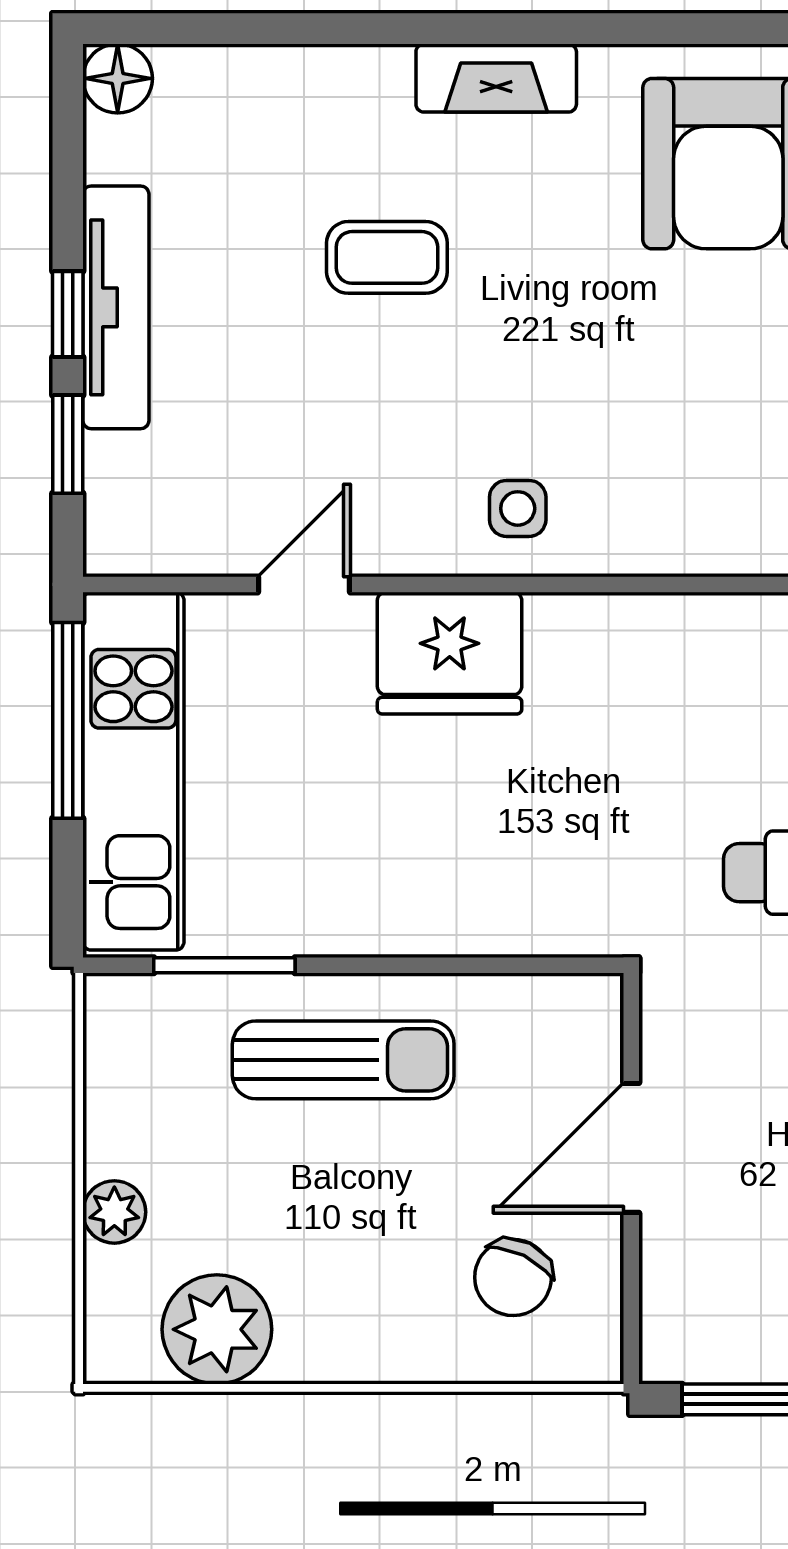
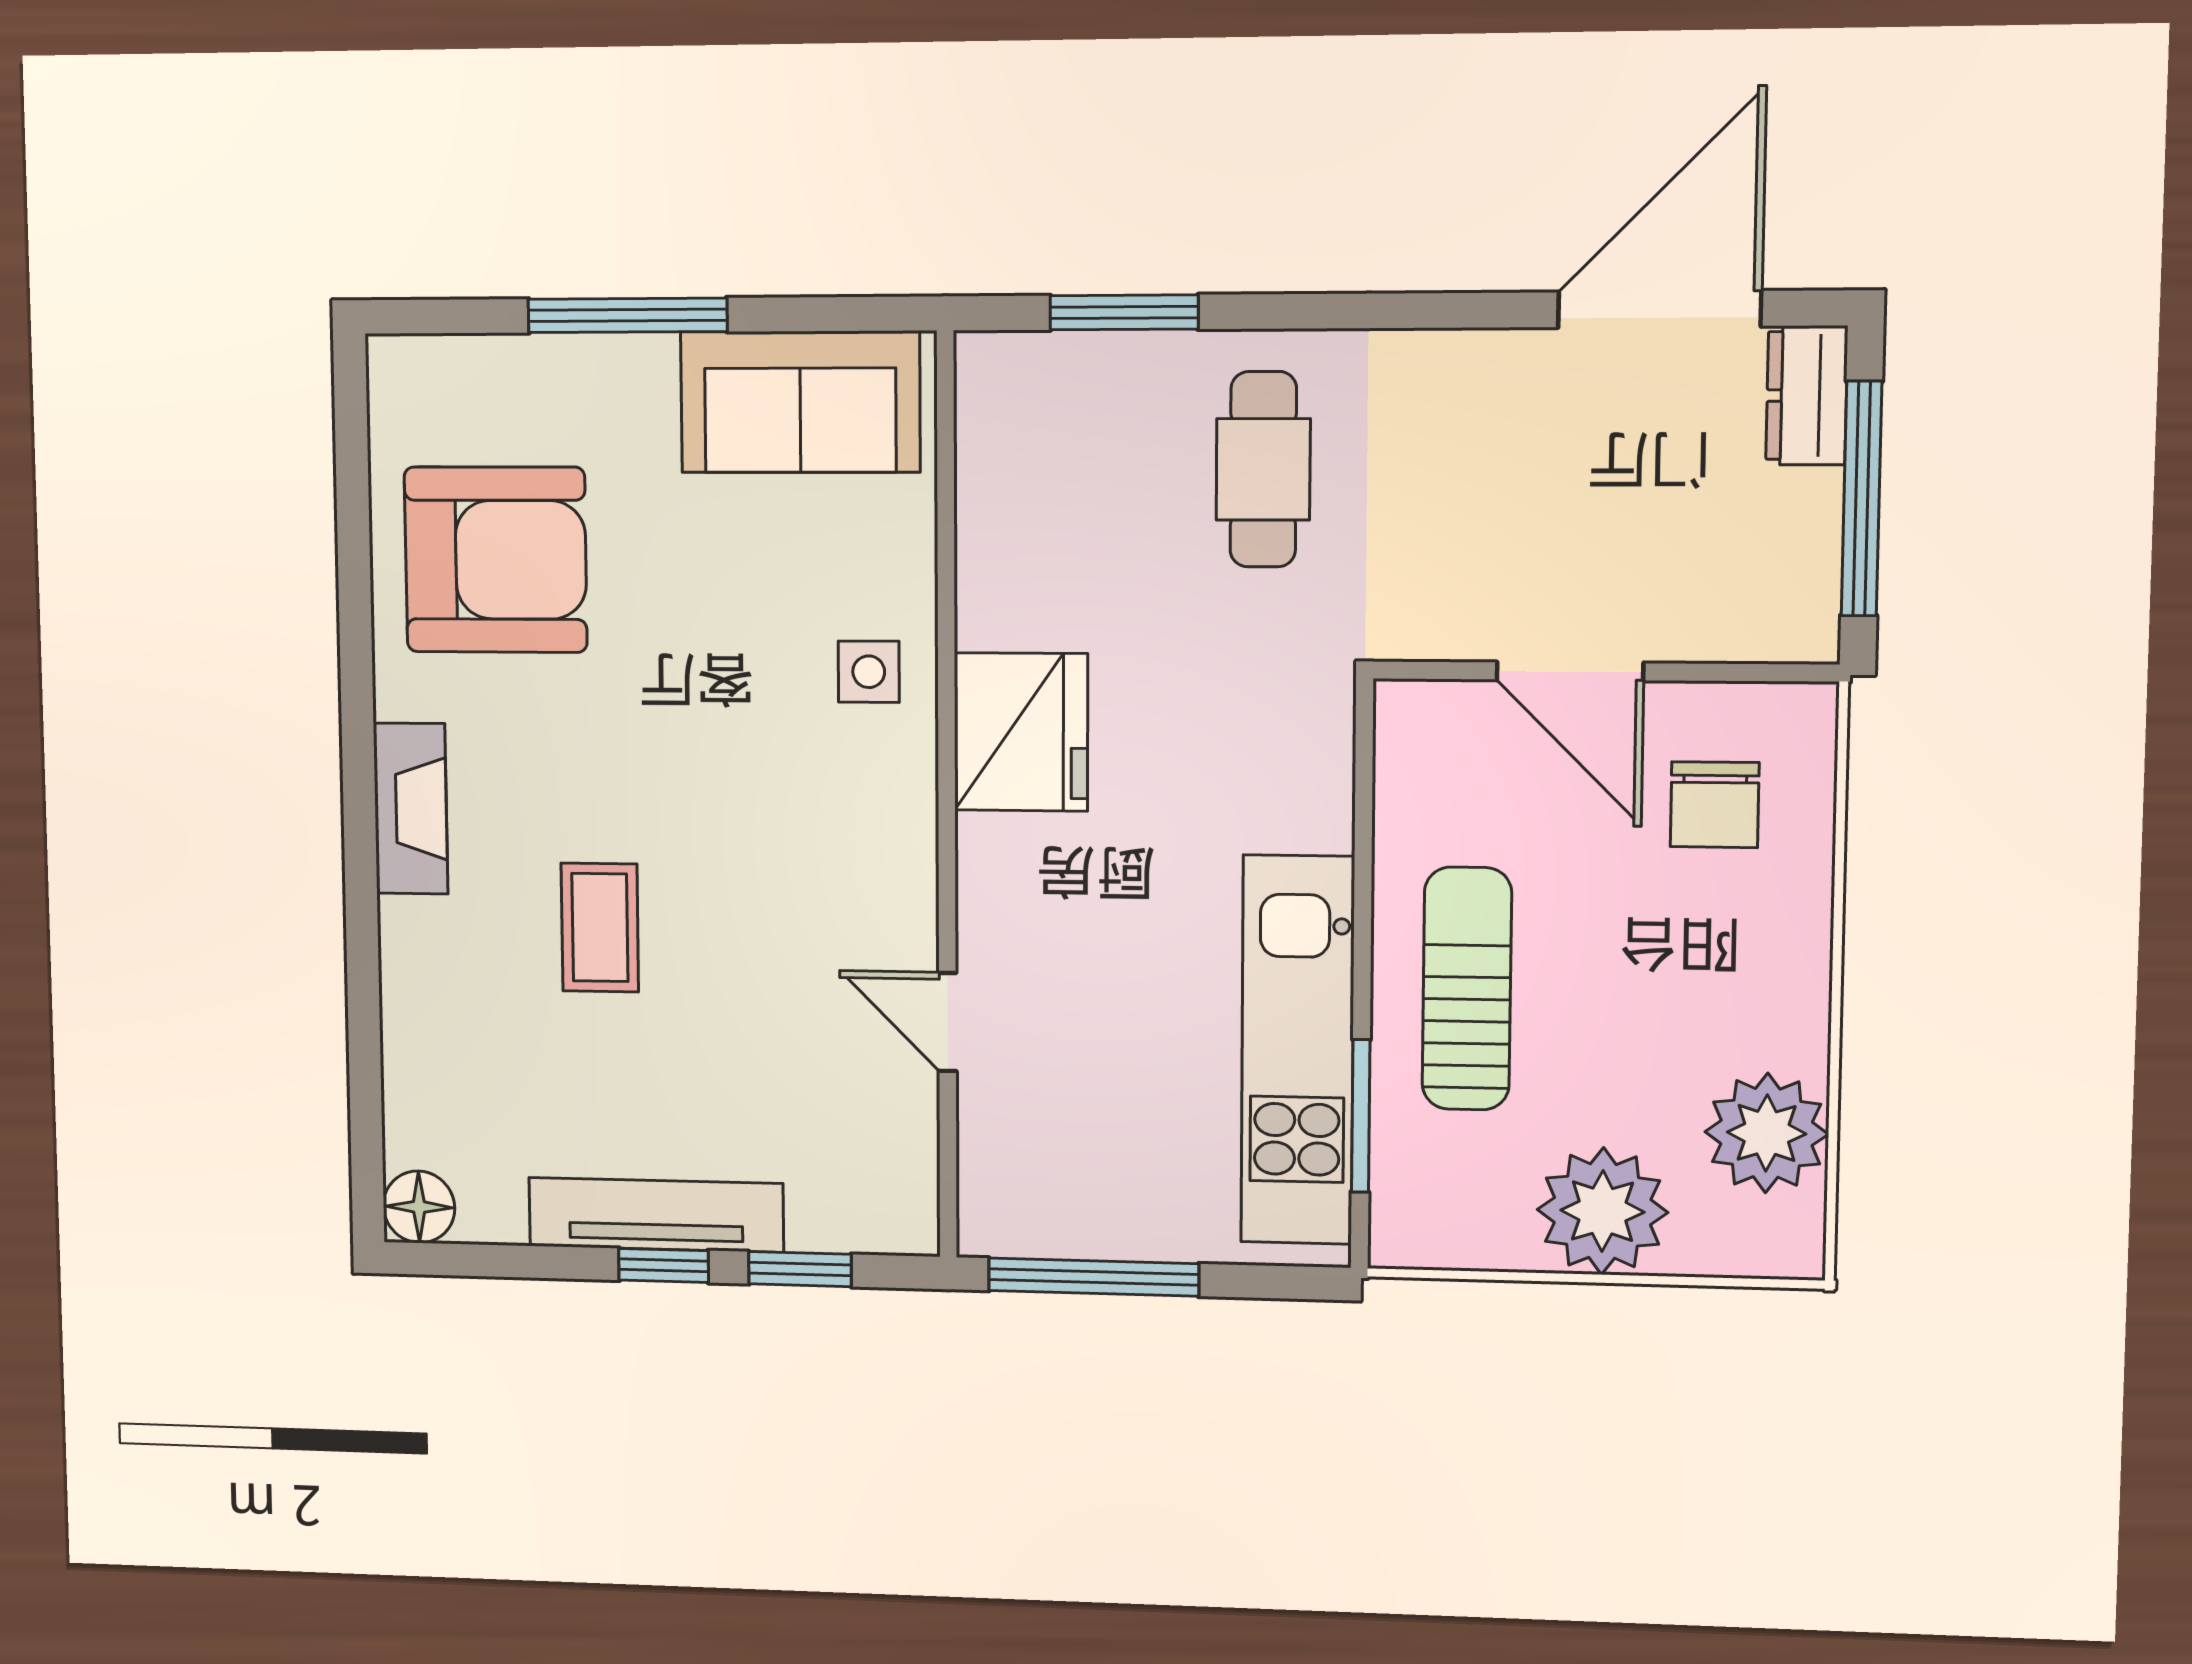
side table: (518, 508) -> (869, 672), moved
fridge: (450, 653) -> (1021, 732), moved
kitchen unit: (133, 771) -> (1297, 1050), moved, turned -90
plant: (114, 1212) -> (1602, 1211), width x1.88, depth x1.88
chair: (513, 1277) -> (1715, 805), turned 64

